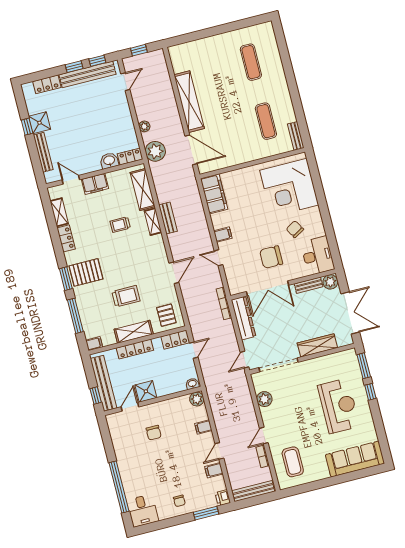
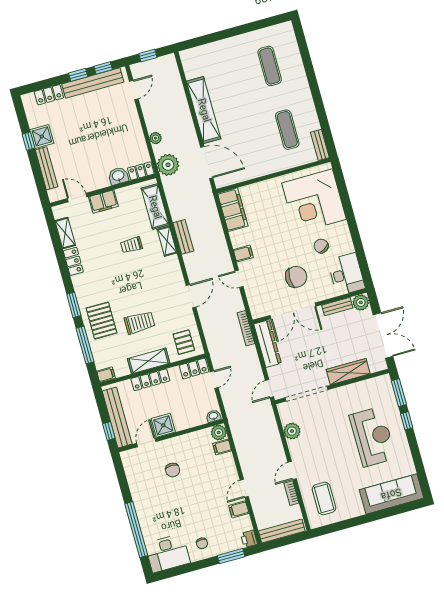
chair: (271, 257) -> (296, 277), turned 180
pallet: (86, 272) -> (102, 321), moved, turned 90
filing cabinet: (203, 427) -> (222, 447), moved
desk: (143, 511) -> (168, 553), width x1.37

